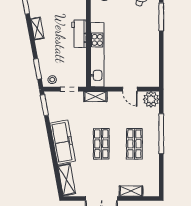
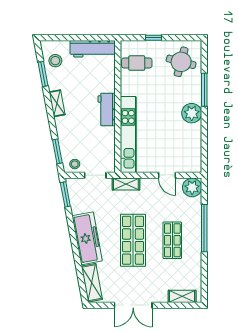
plant: (151, 37) -> (192, 113), added
shop shelf: (101, 144) -> (133, 240), width x1.43, depth x1.36
shelving: (131, 191) -> (182, 296), moved

